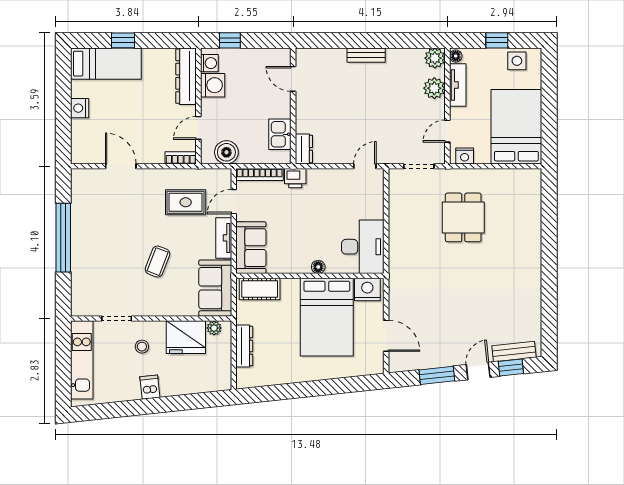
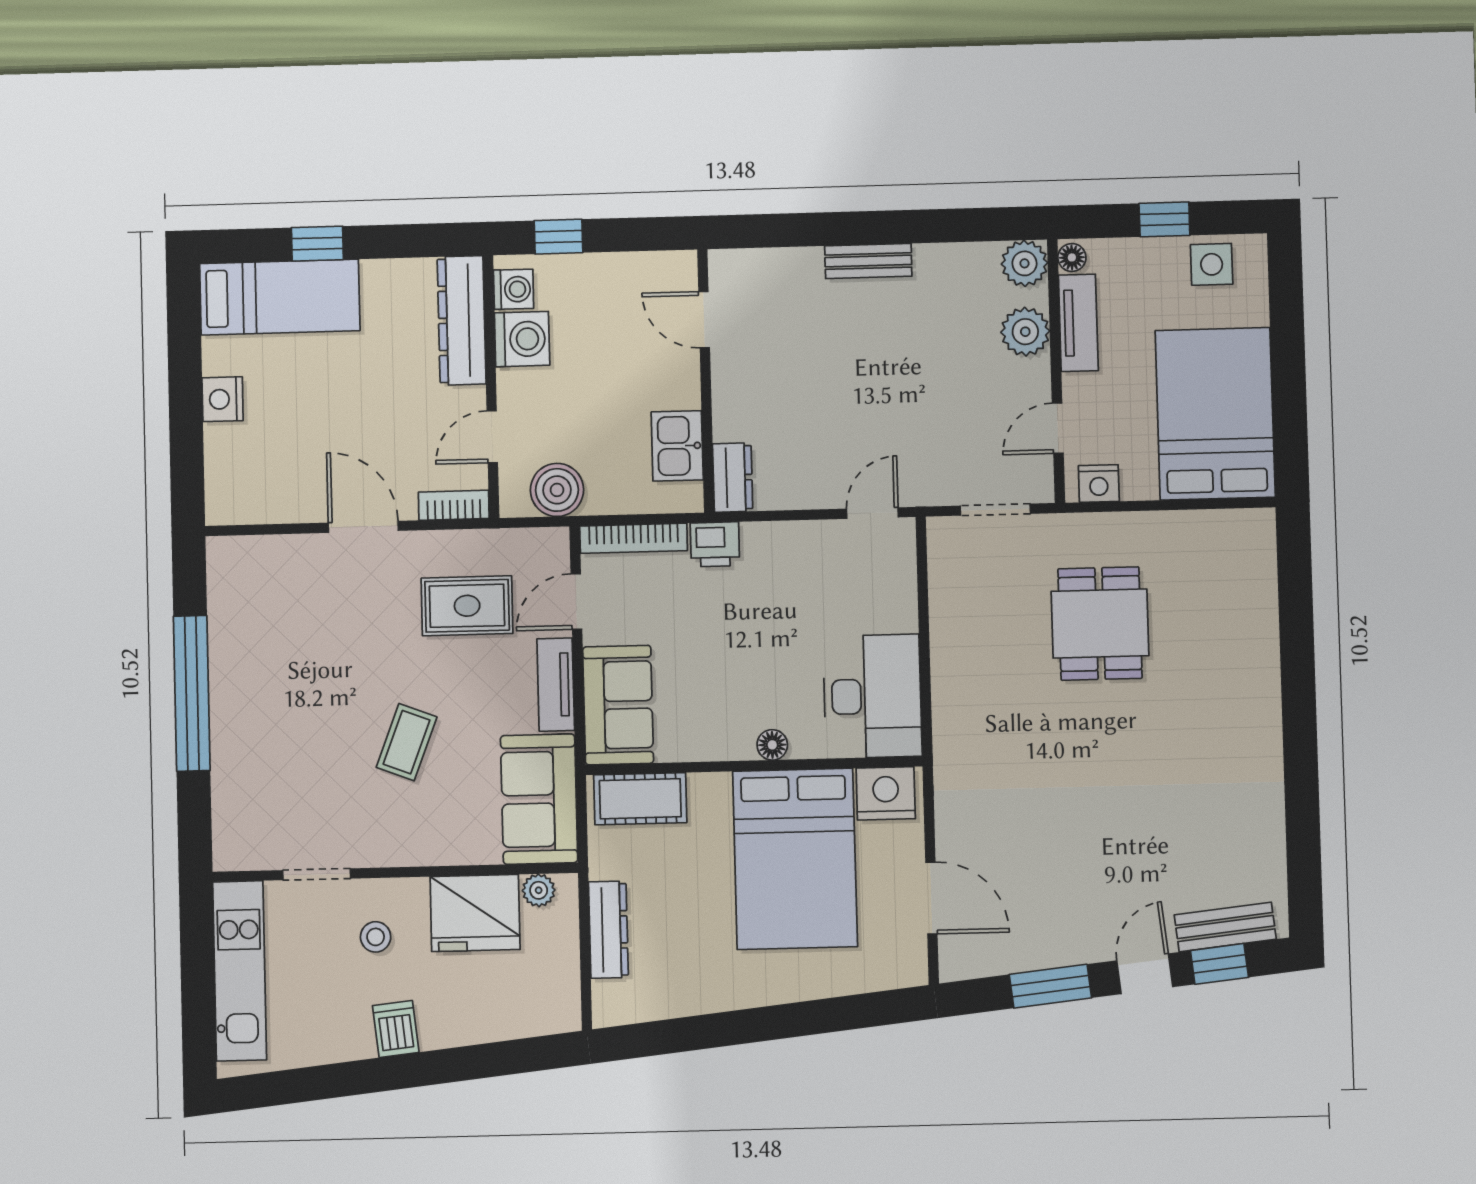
door: (121, 166) -> (363, 527), moved

